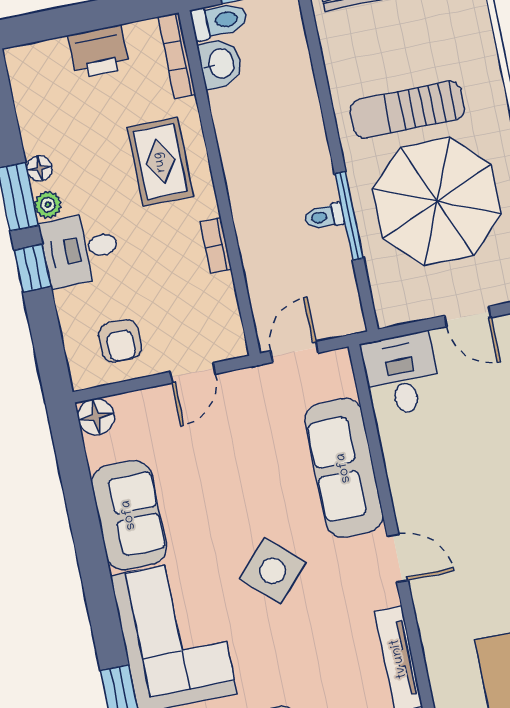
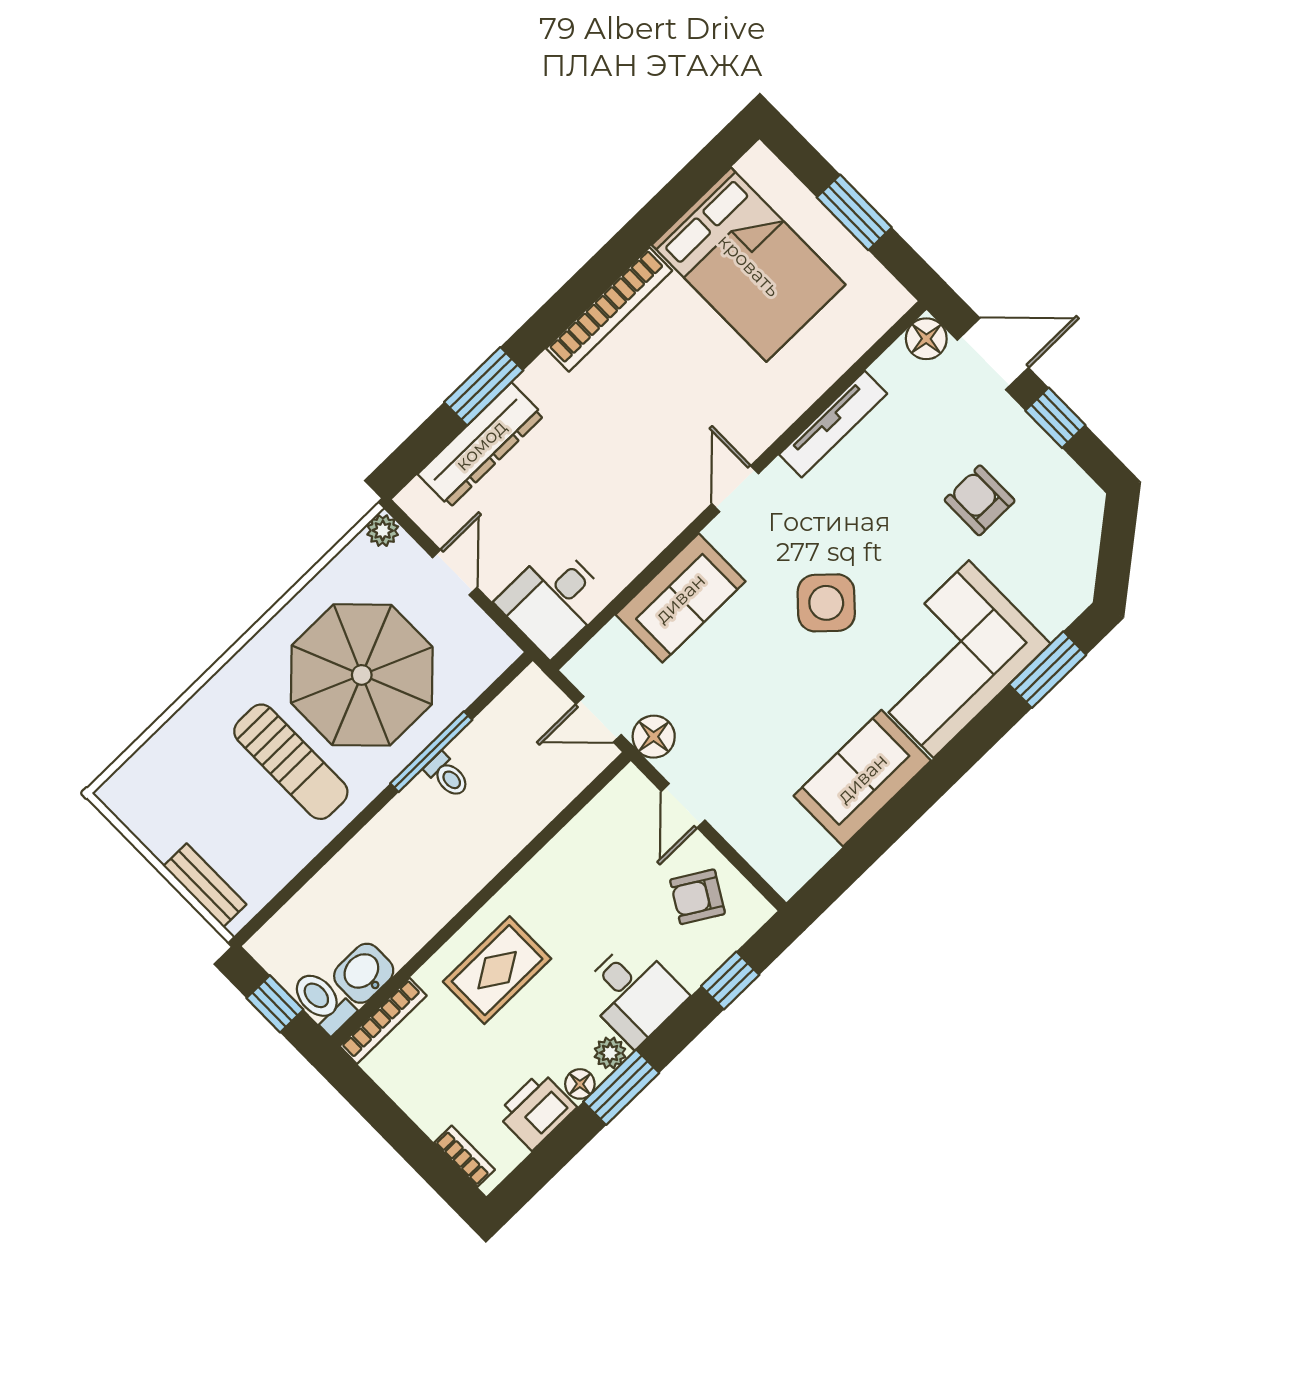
printer: (99, 52) -> (536, 1111), moved, turned -90
bookcase: (216, 245) -> (465, 1156), moved, turned -90
window: (33, 268) -> (730, 980), moved
armchair: (120, 341) -> (697, 897), turned -149
door: (193, 373) -> (683, 806), swing flipped
floor lamp: (96, 417) -> (654, 737), moved
sofa: (344, 468) -> (680, 598), width x0.73

